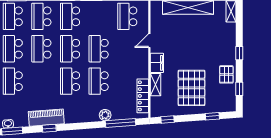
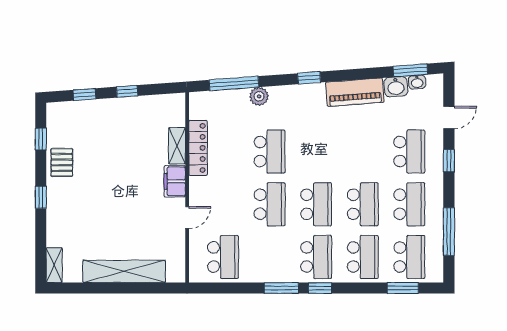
school desk: (70, 81) -> (316, 152), removed
pallet: (191, 88) -> (119, 141), removed
locker: (143, 96) -> (198, 148), moved
window: (167, 120) -> (127, 91), moved
washbasin: (21, 121) -> (396, 87), added
window: (49, 128) -> (309, 78), moved

